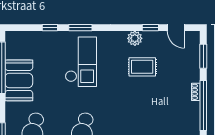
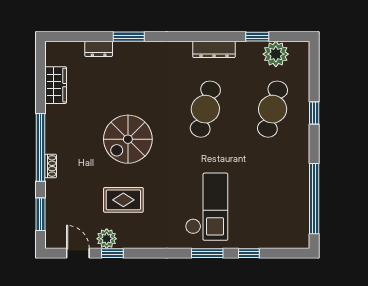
plant: (135, 38) -> (107, 239), moved
checkout: (81, 62) -> (207, 207), turned 180
booth: (19, 80) -> (291, 181), removed
spiral stairs: (139, 112) -> (128, 139), added

